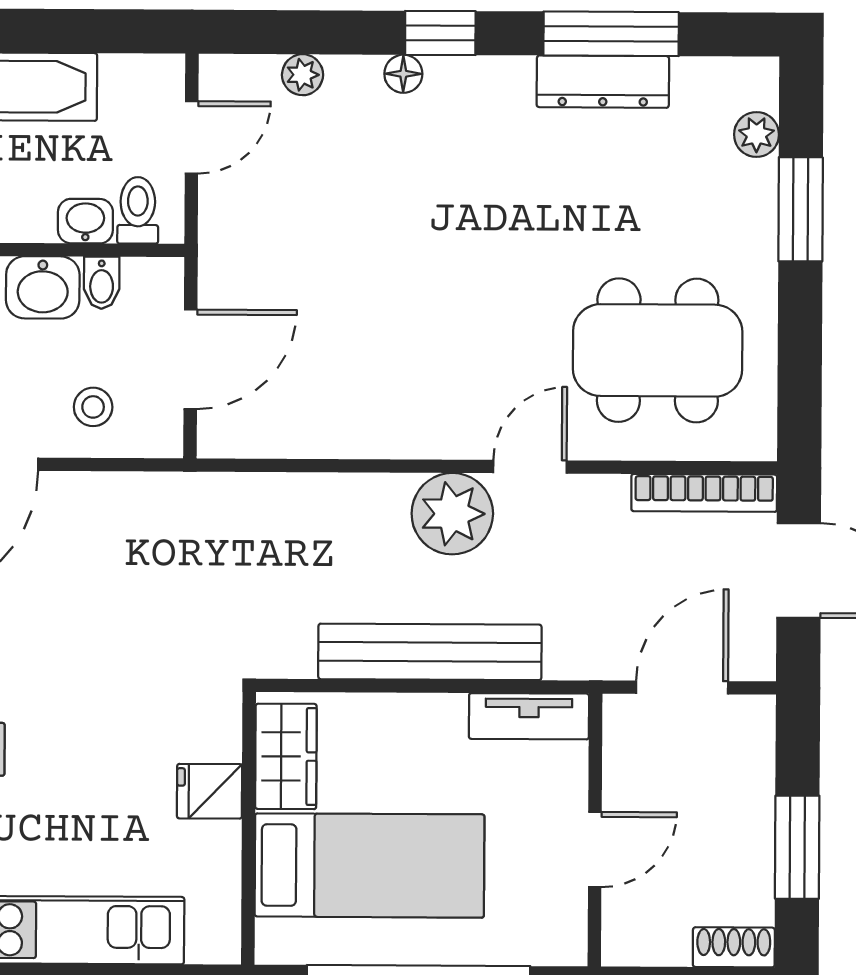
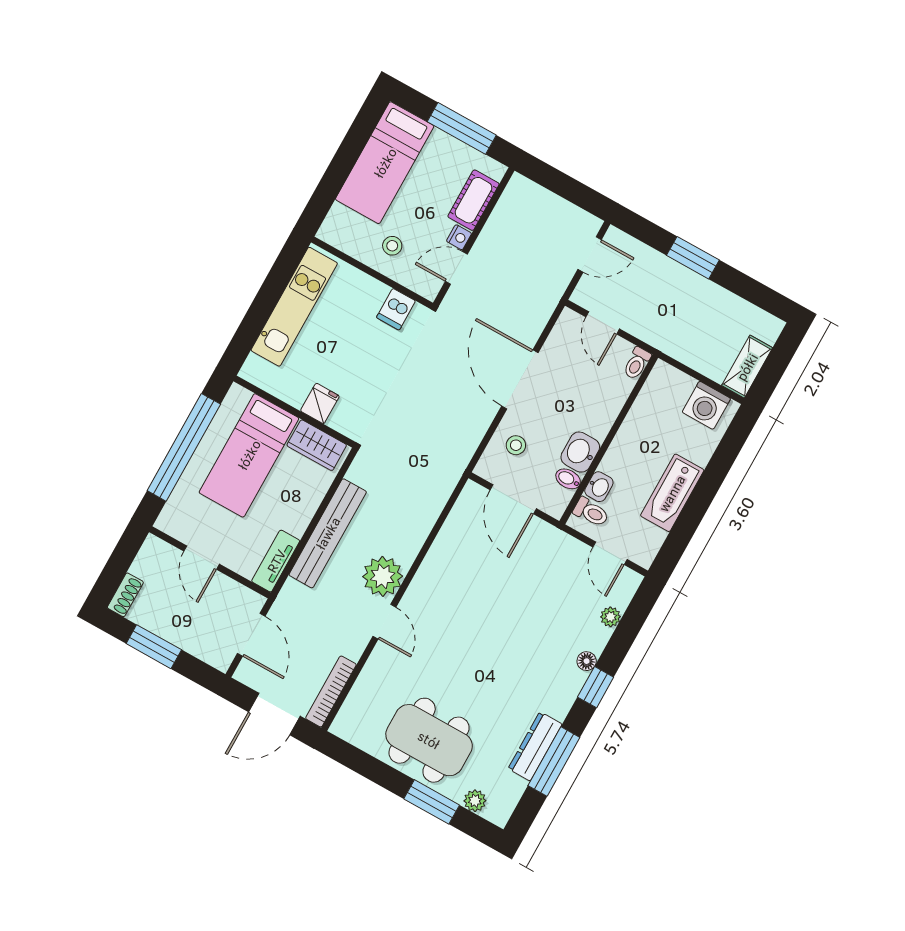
dining table: (658, 350) -> (429, 740), moved, turned 90

